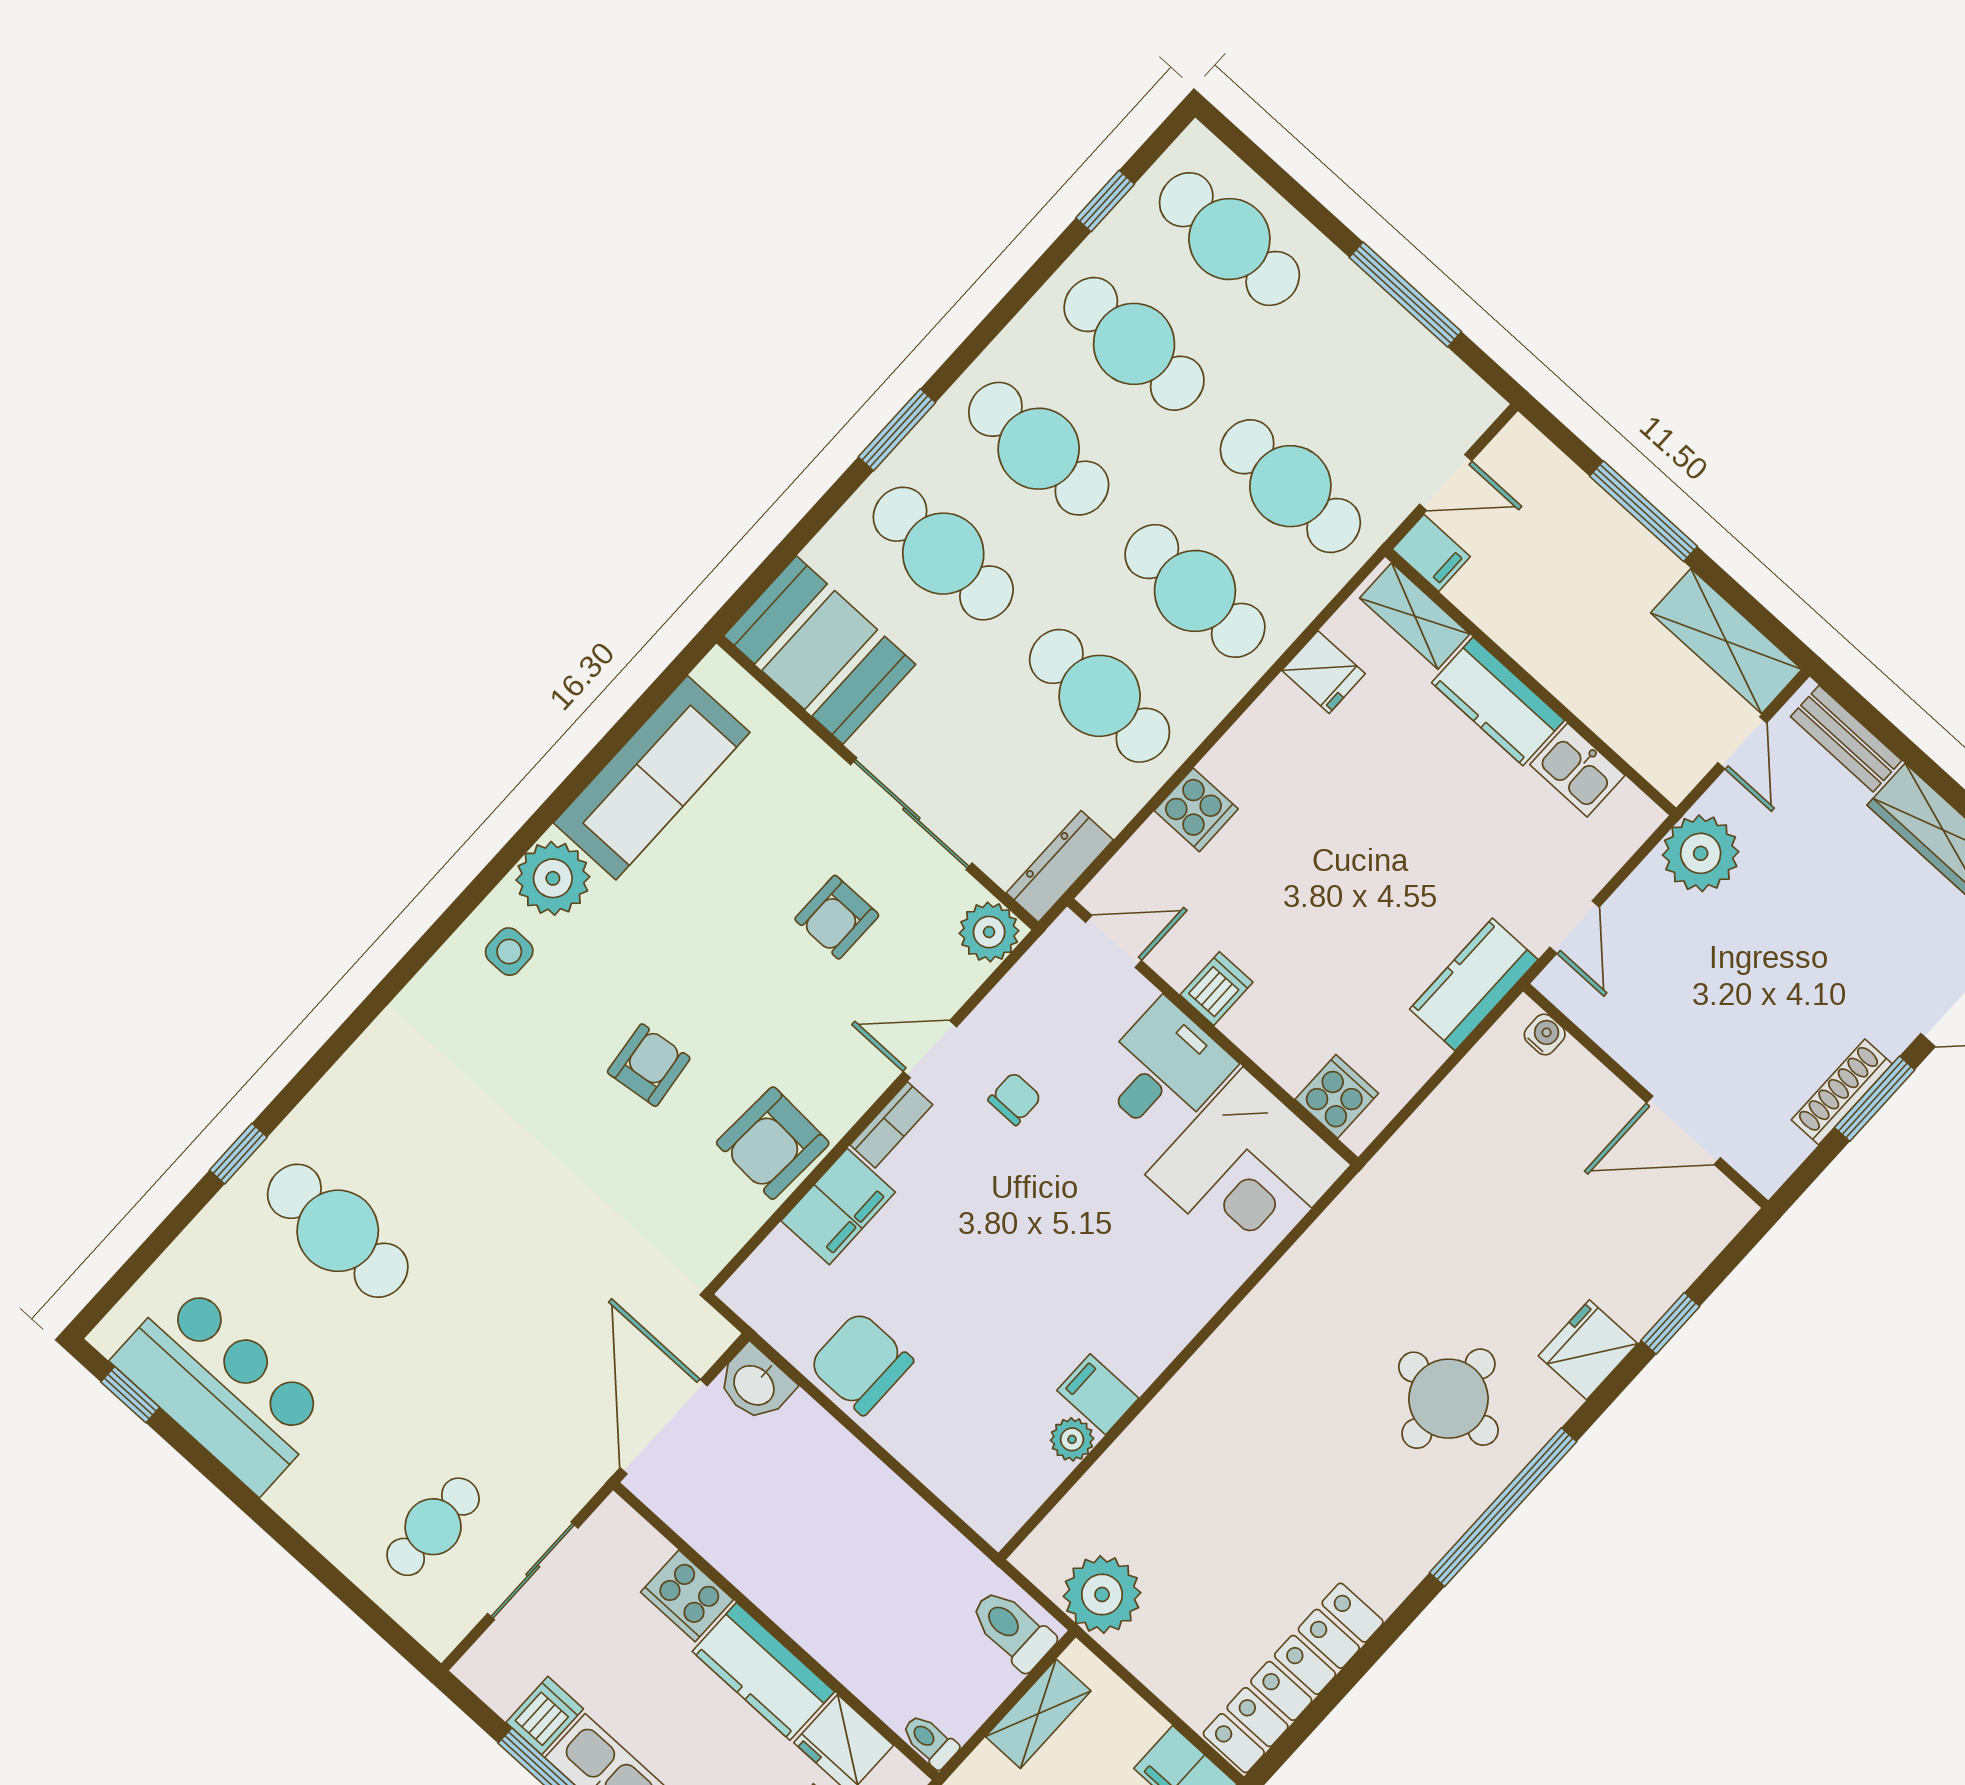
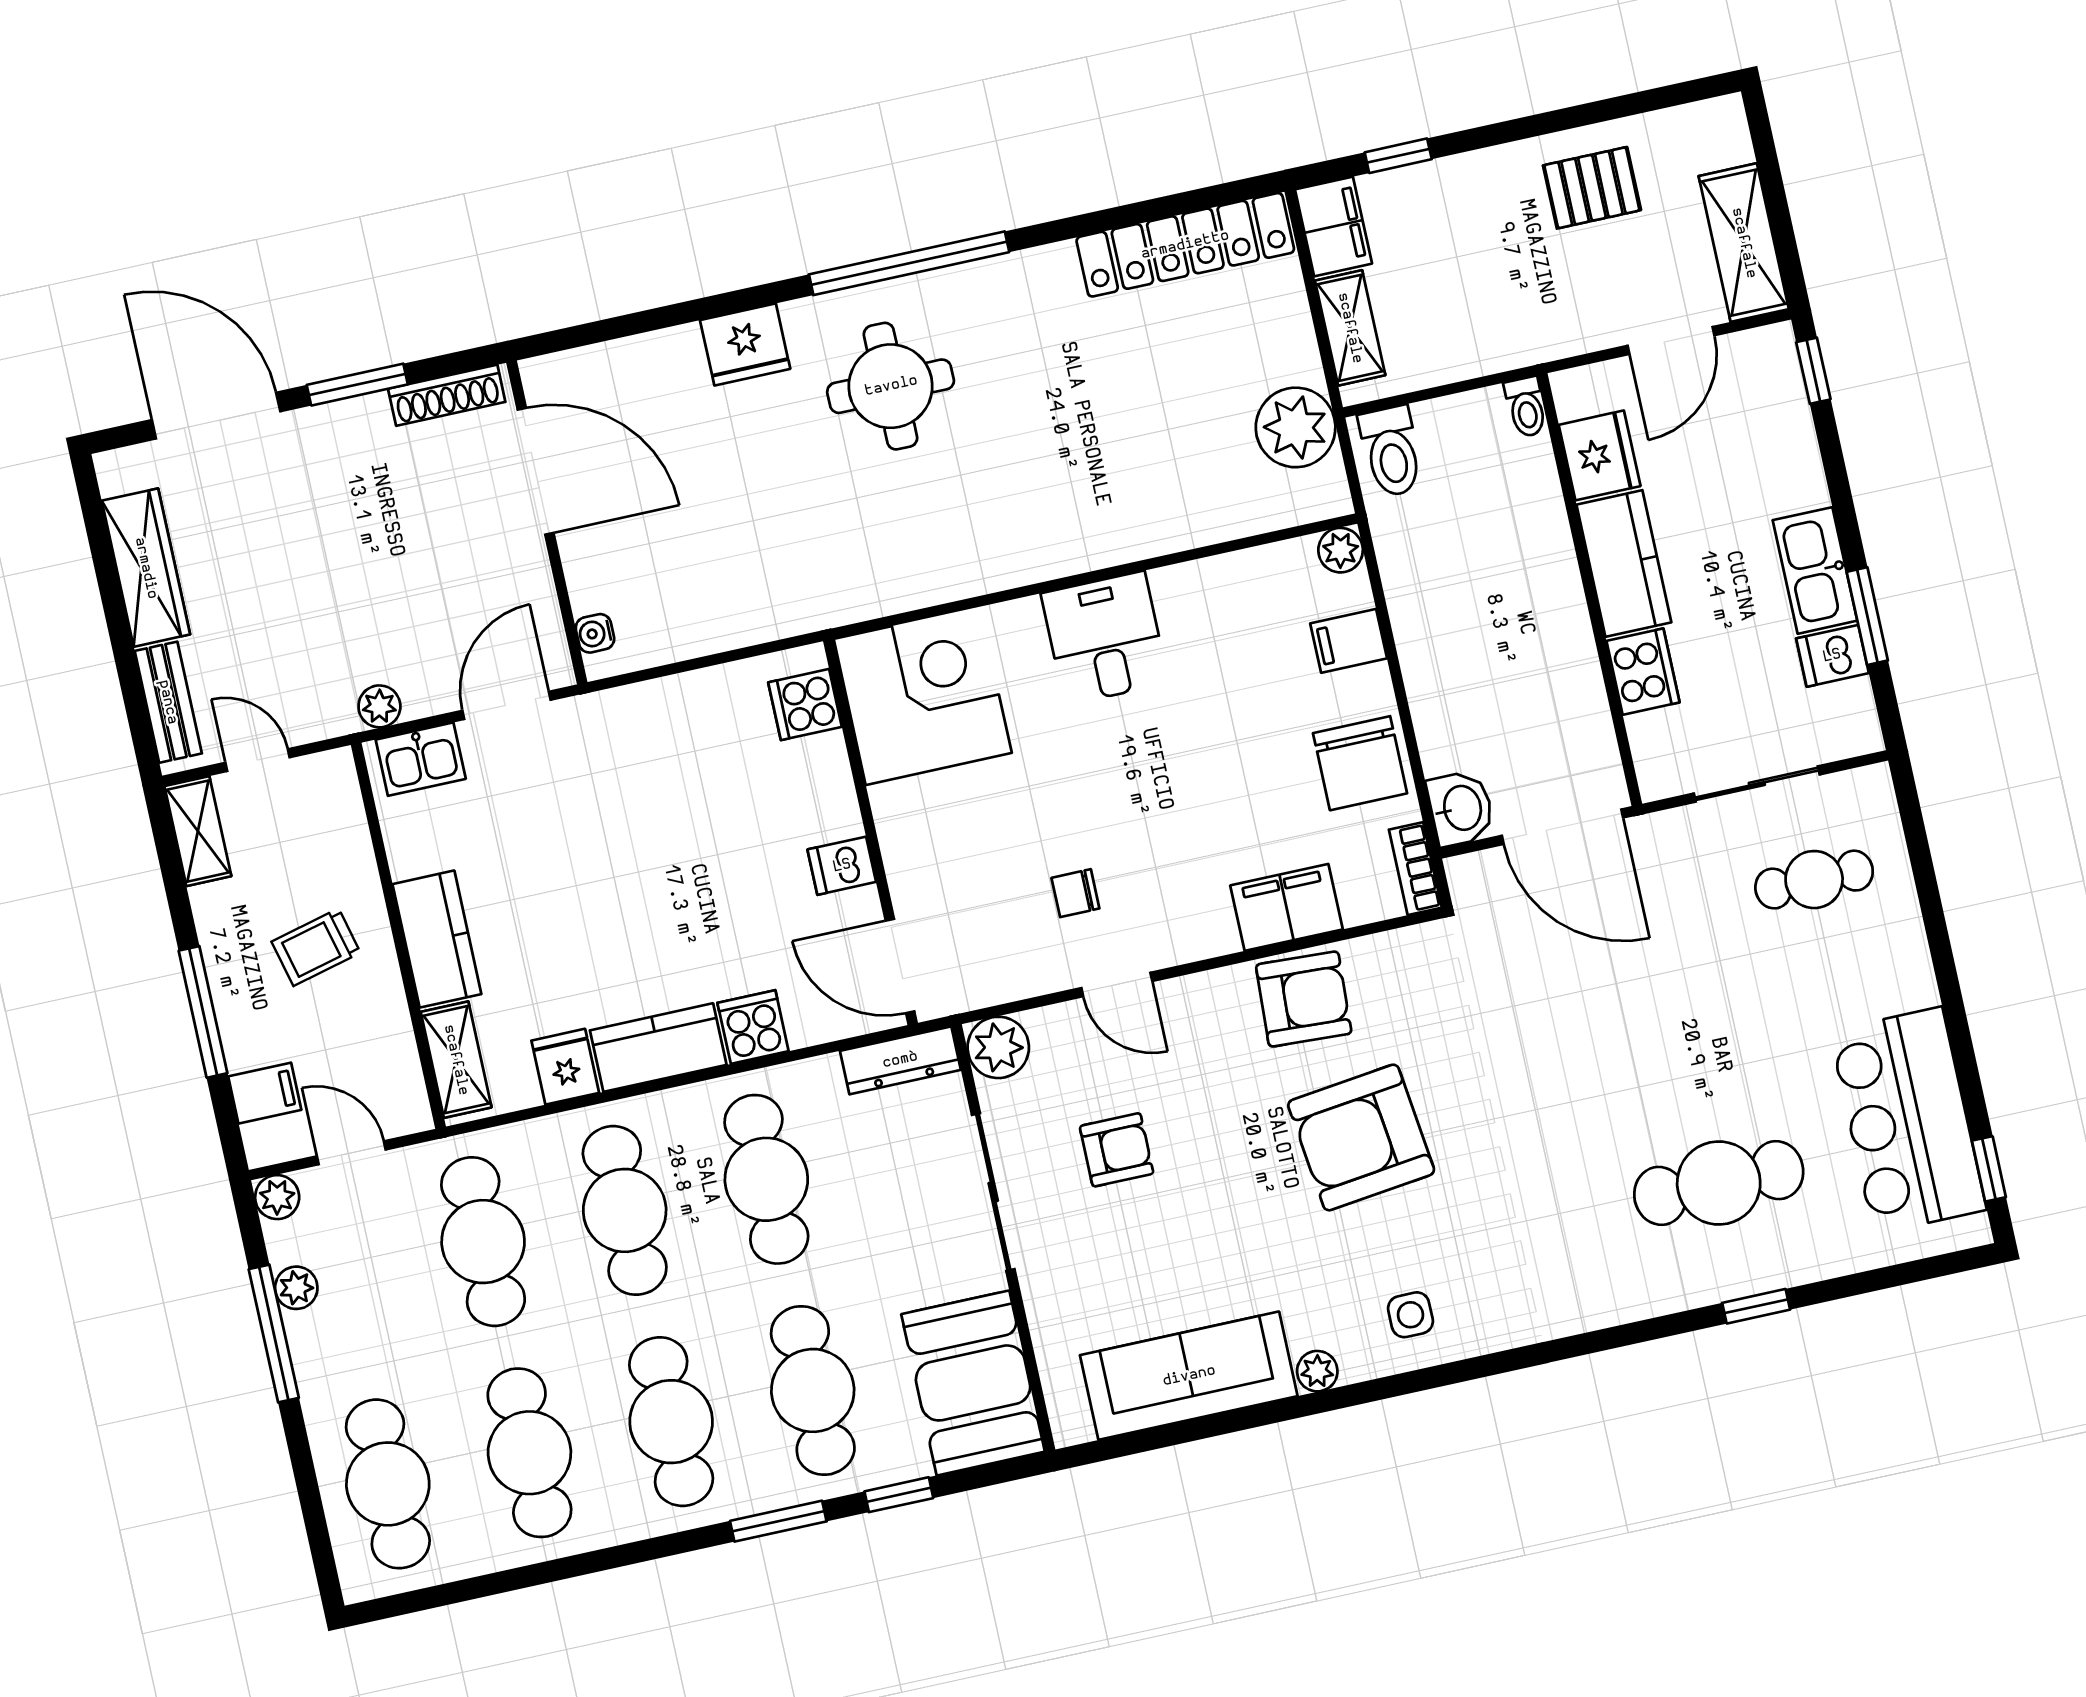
window: (1105, 201) -> (899, 1495), moved
plant: (1413, 344) -> (296, 1288), added
plant: (1480, 405) -> (277, 1197), added
filing cabinet: (1431, 553) -> (265, 1093), moved, turned 90
trolley: (1590, 627) -> (316, 947), added
shelving: (1726, 641) -> (198, 831), width x0.67, depth x0.75
door: (1742, 743) -> (258, 760), hinge flipped
kitchen sink: (1577, 770) -> (421, 759), moved, turned 90
plant: (1701, 853) -> (379, 706), width x0.53, depth x0.53
plant: (553, 878) -> (1317, 1371), width x0.53, depth x0.53
door: (1575, 927) -> (507, 705), width x1.38
door: (1113, 941) -> (900, 966), width x1.38
kitchen counter: (1474, 984) -> (658, 1048), moved, turned 180
armchair: (649, 1065) -> (1361, 1137), width x1.88, depth x1.88
desk: (1164, 1070) -> (1105, 638), moved, turned 90
shoe rack: (1842, 1092) -> (447, 395), moved
bookcase: (891, 1125) -> (1415, 869), moved, turned -90
door: (1683, 1130) -> (536, 471), width x1.36
cafe table: (338, 1231) -> (1719, 1183), turned 90
window: (1670, 1323) -> (661, 318), removed
filing cabinet: (1098, 1394) -> (1349, 641), moved, turned 90
door: (664, 1427) -> (1562, 827), hinge flipped
plant: (1072, 1439) -> (1341, 550), moved
shelving: (1038, 1714) -> (1350, 328), moved, turned 90

